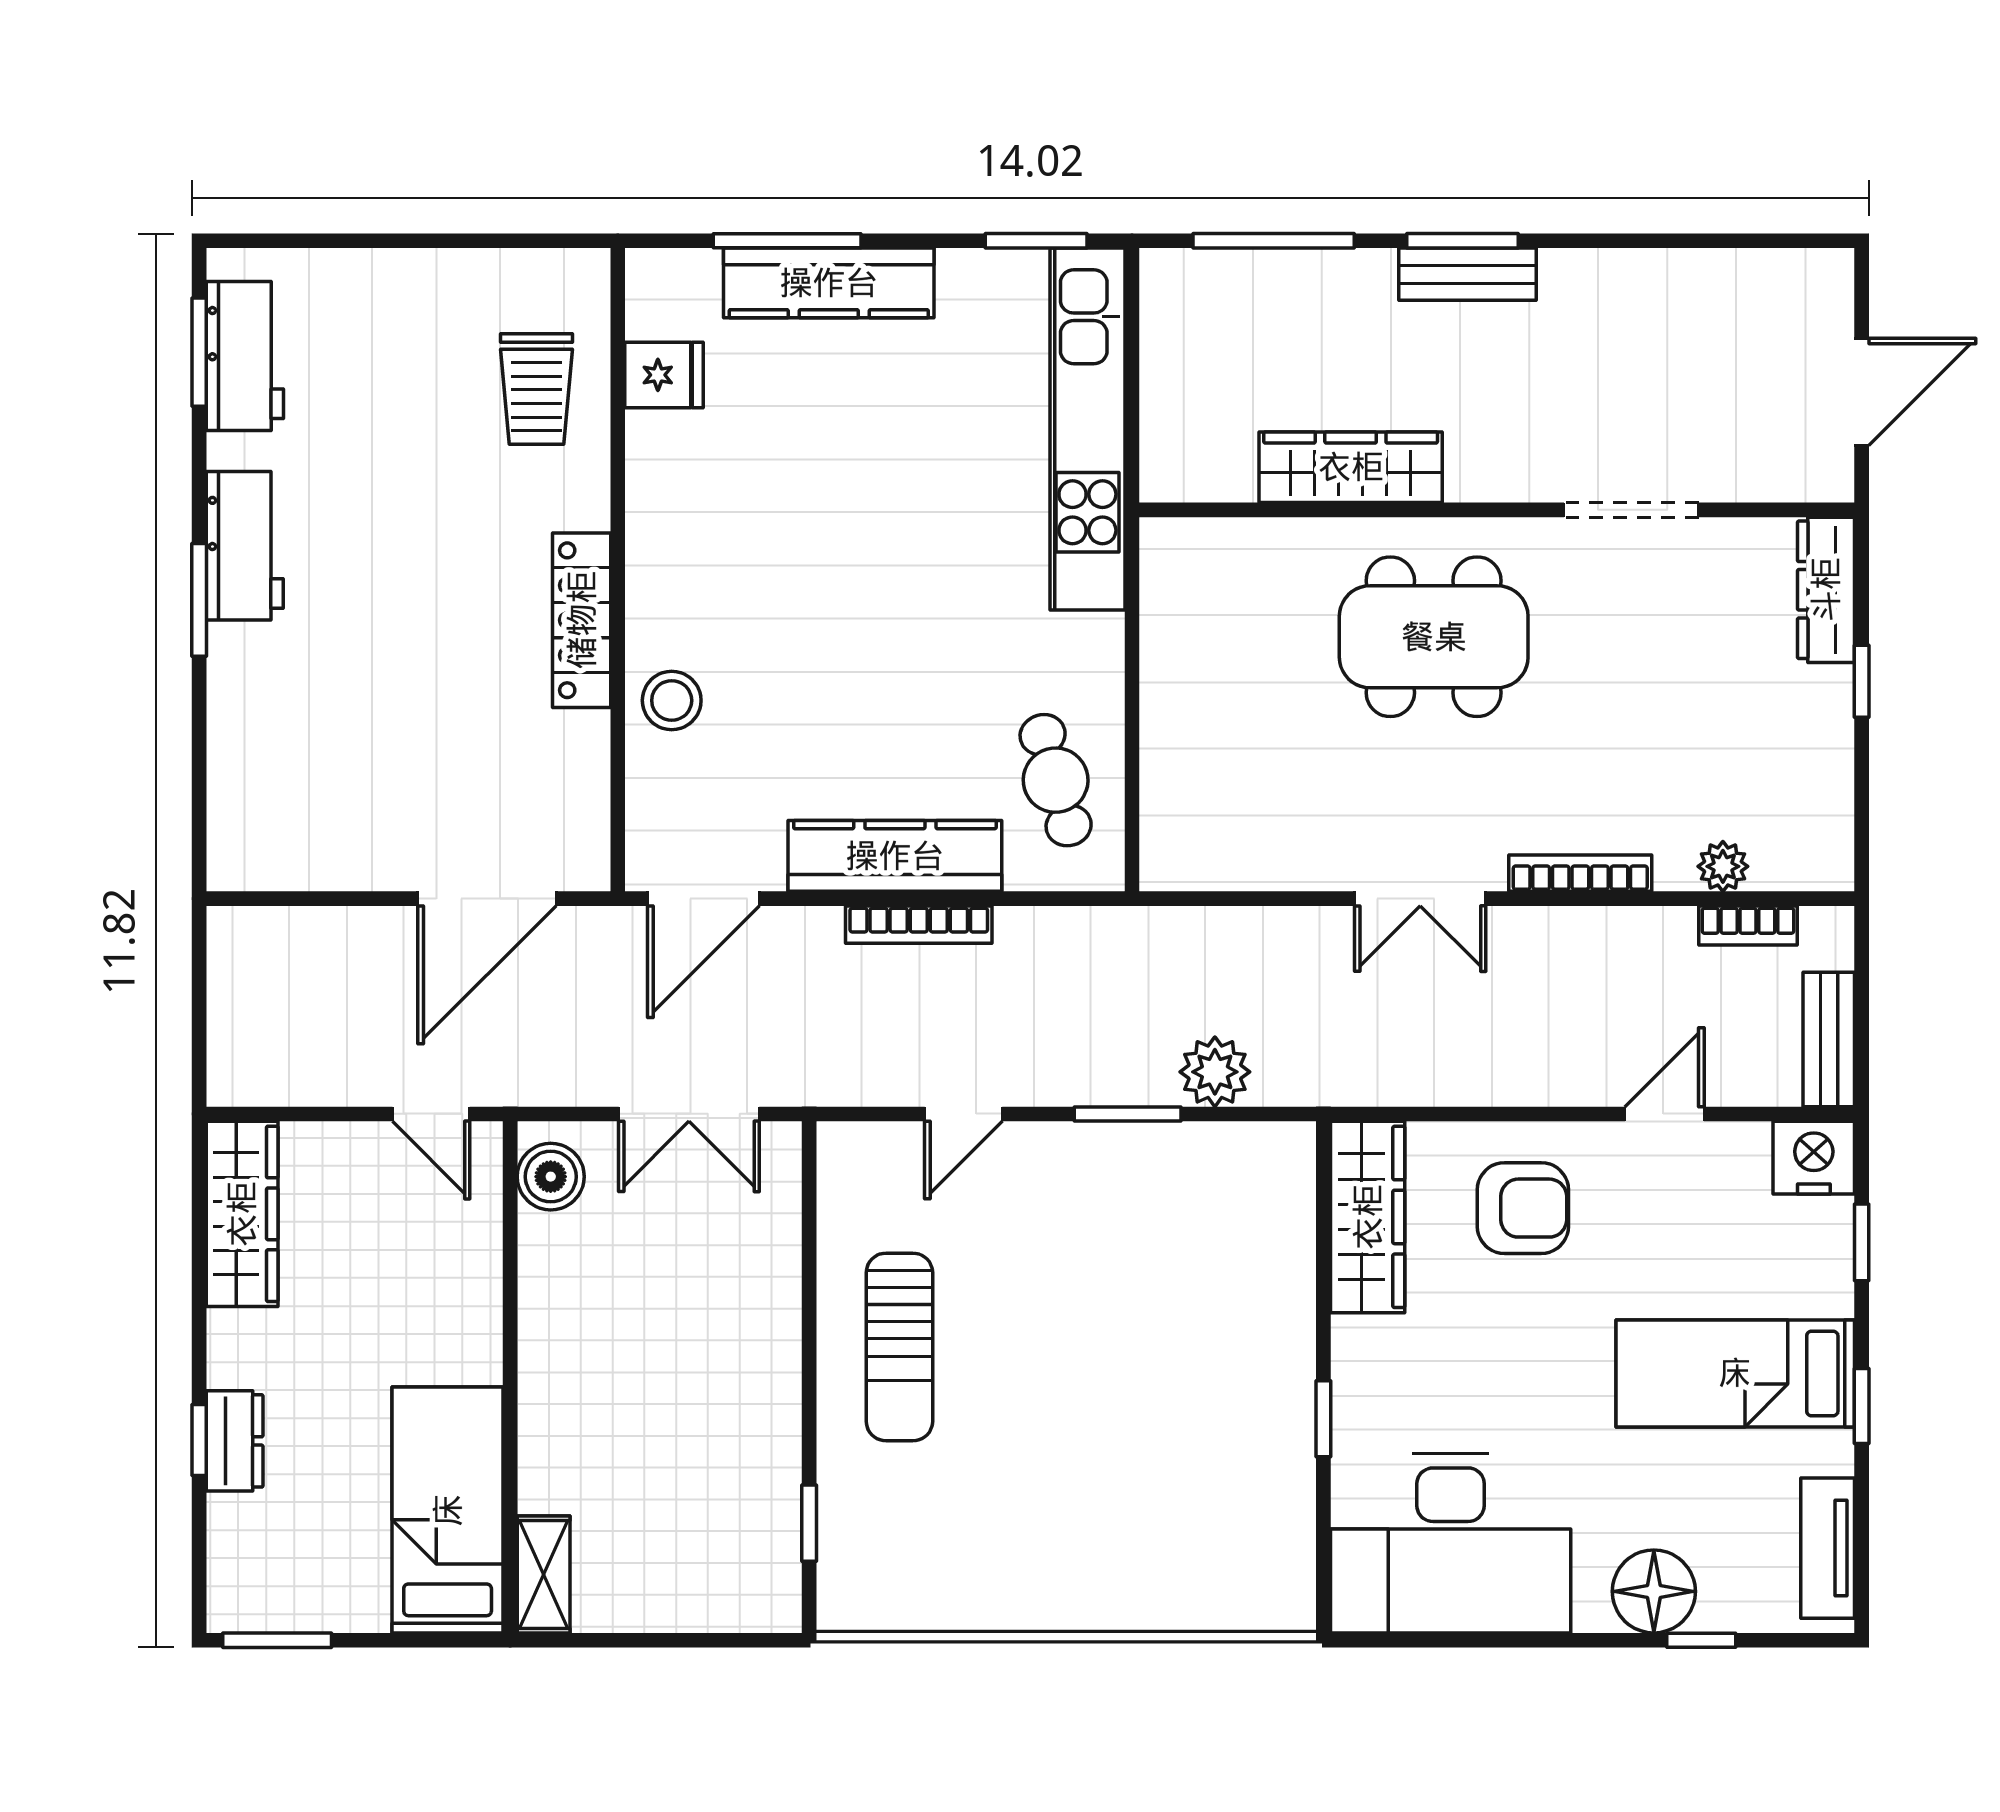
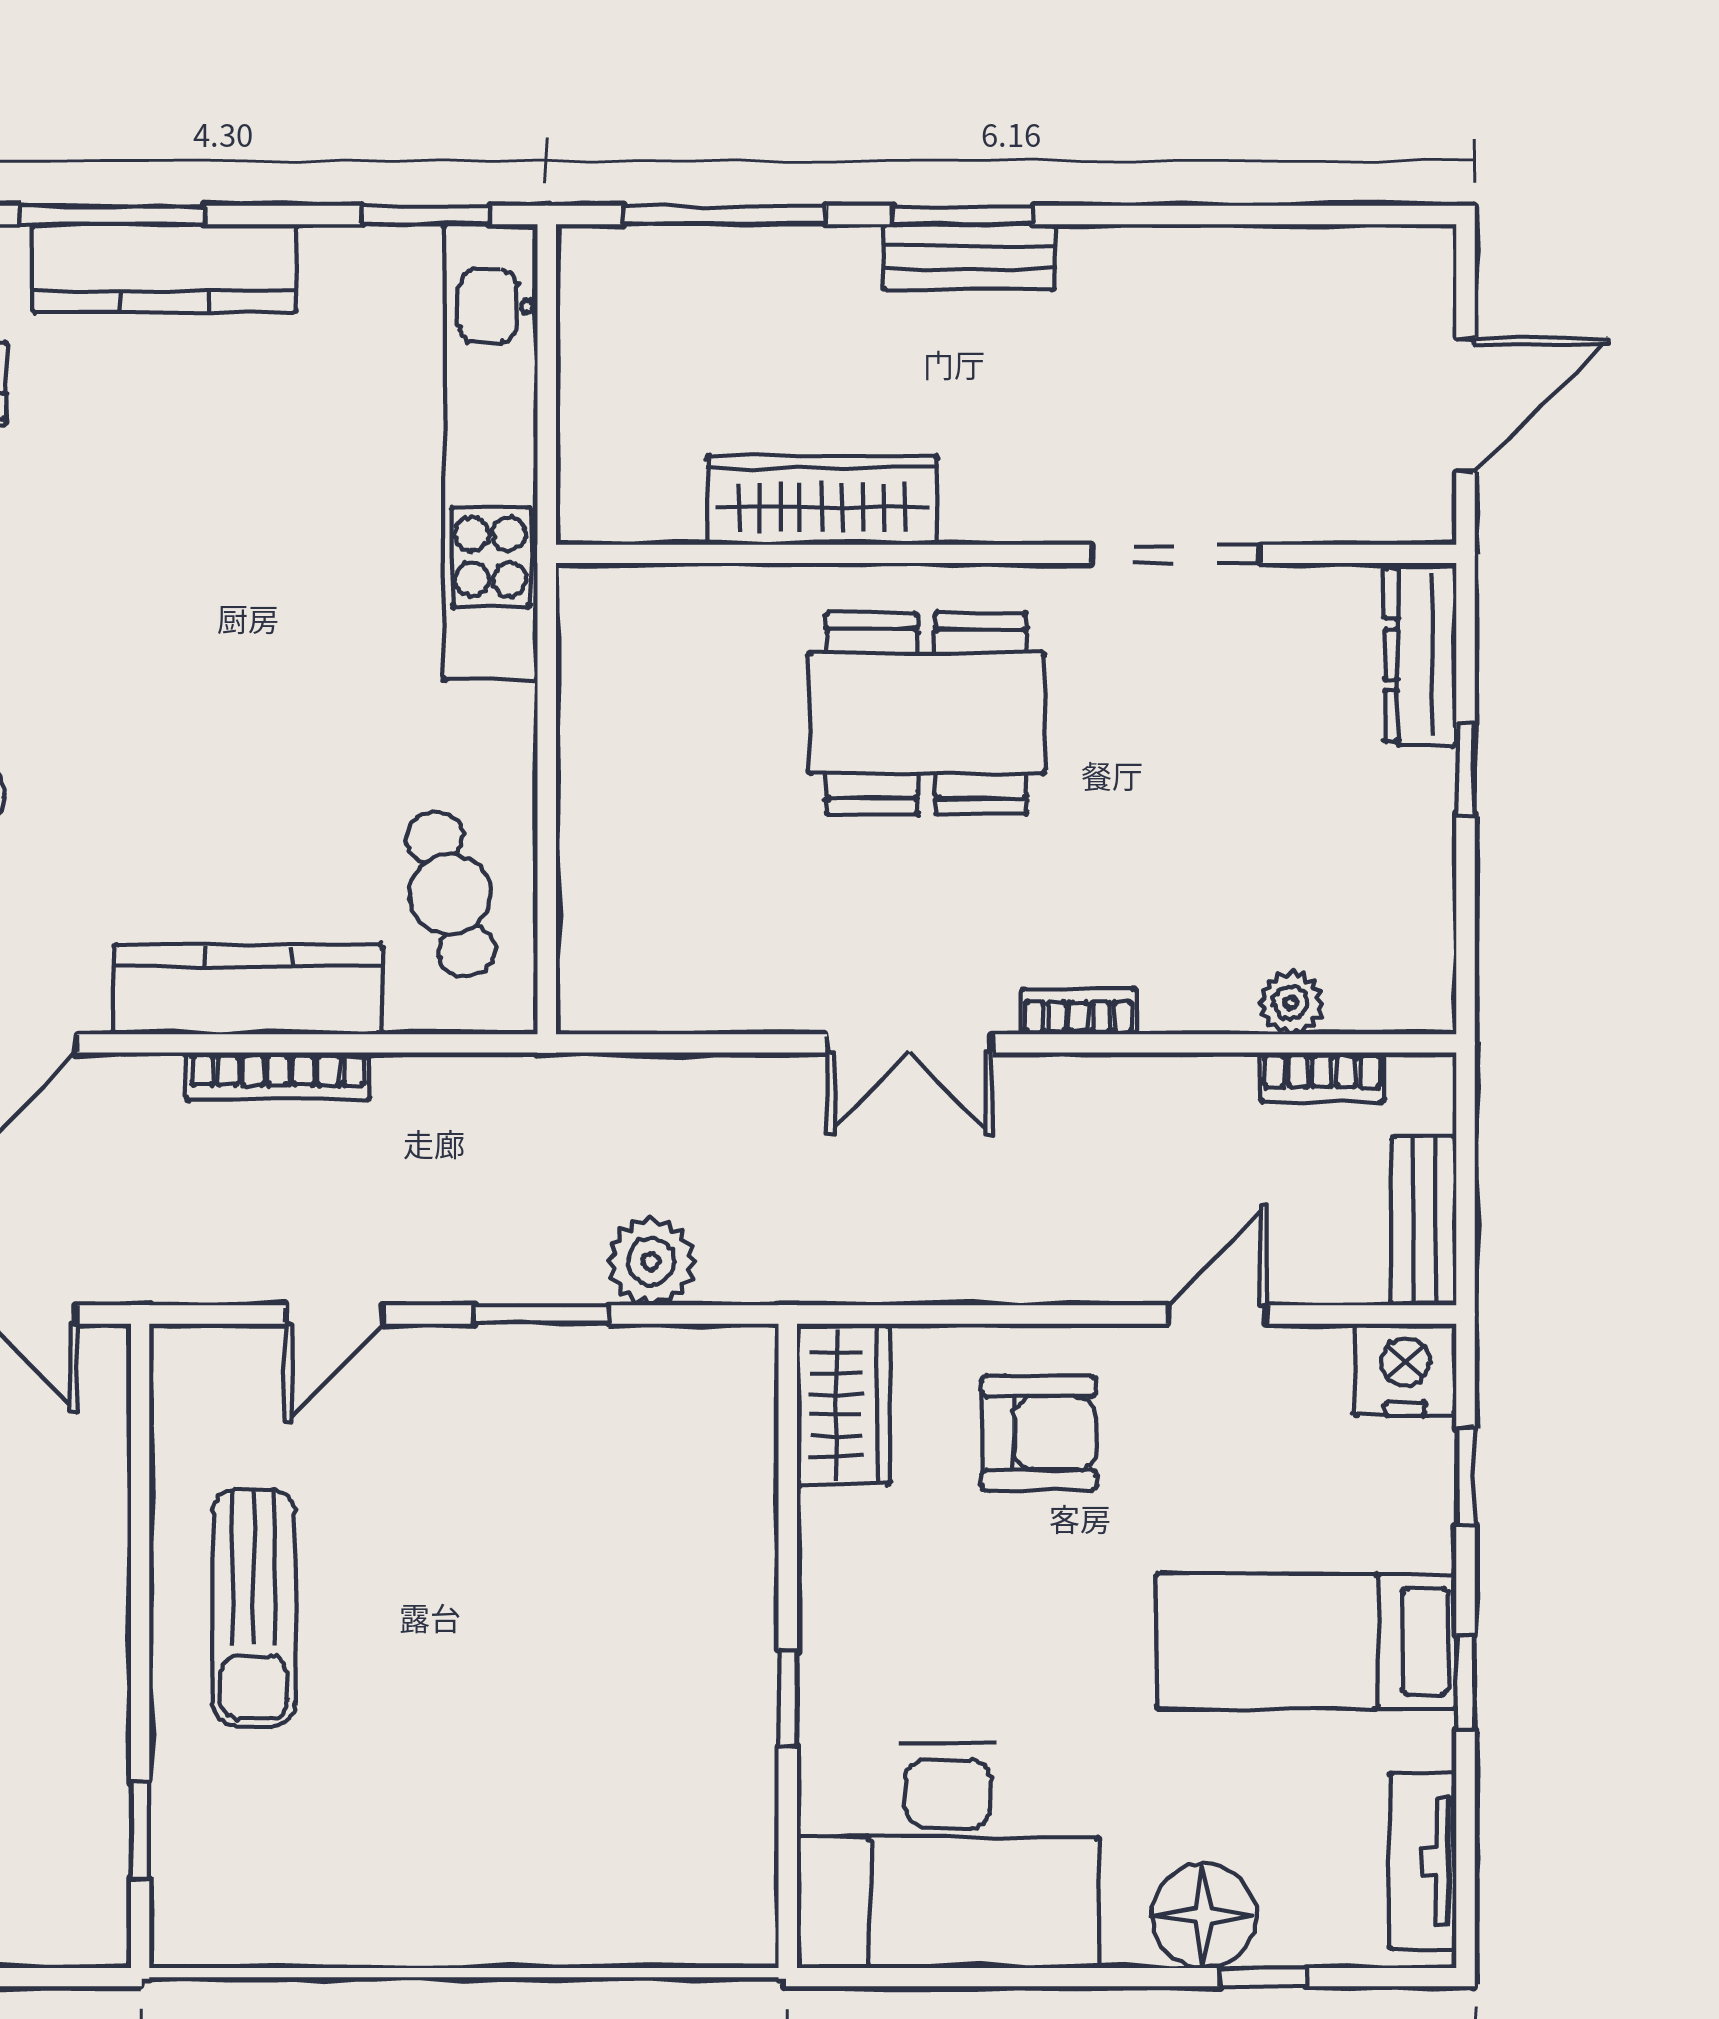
bookcase: (1580, 873) -> (1079, 1011), width x0.64
wardrobe: (1368, 1217) -> (843, 1404), width x0.67

